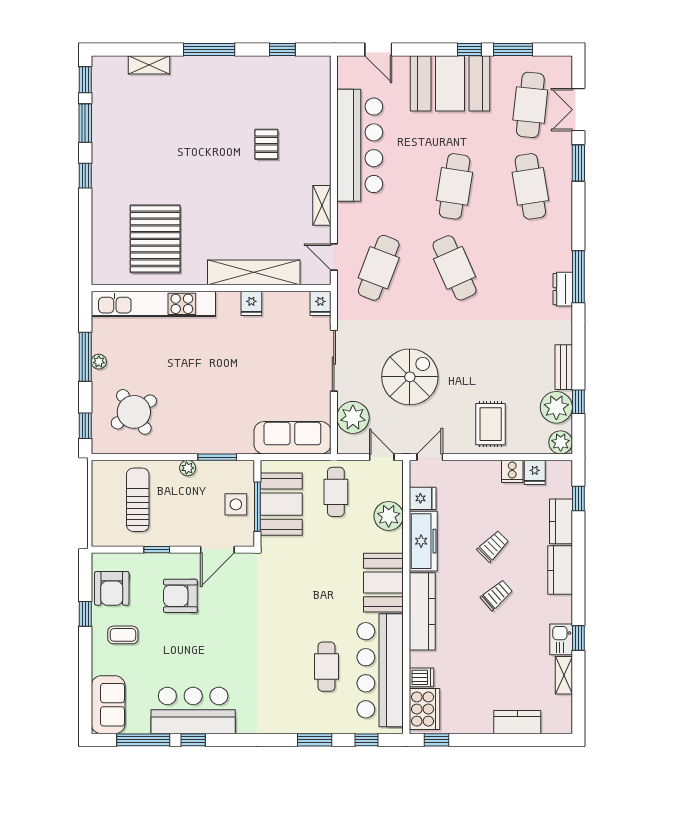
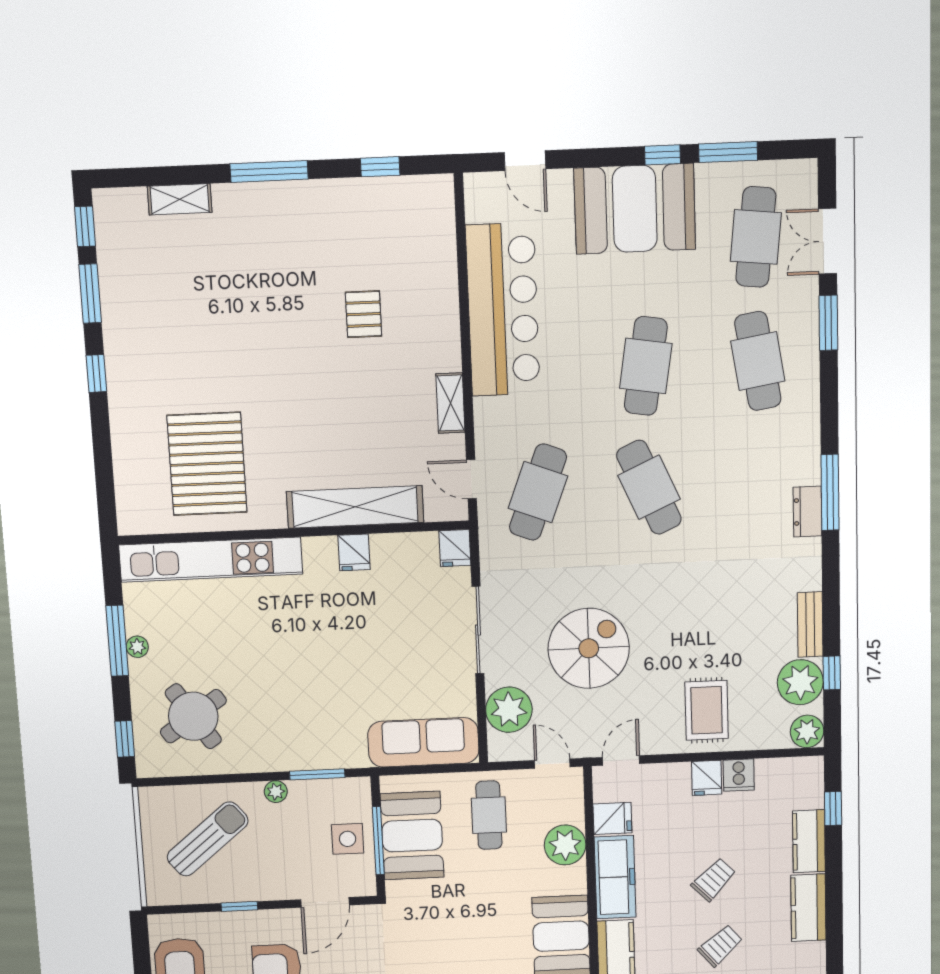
fridge: (535, 472) -> (707, 778), moved
sun lounger: (138, 500) -> (208, 839), turned 51

